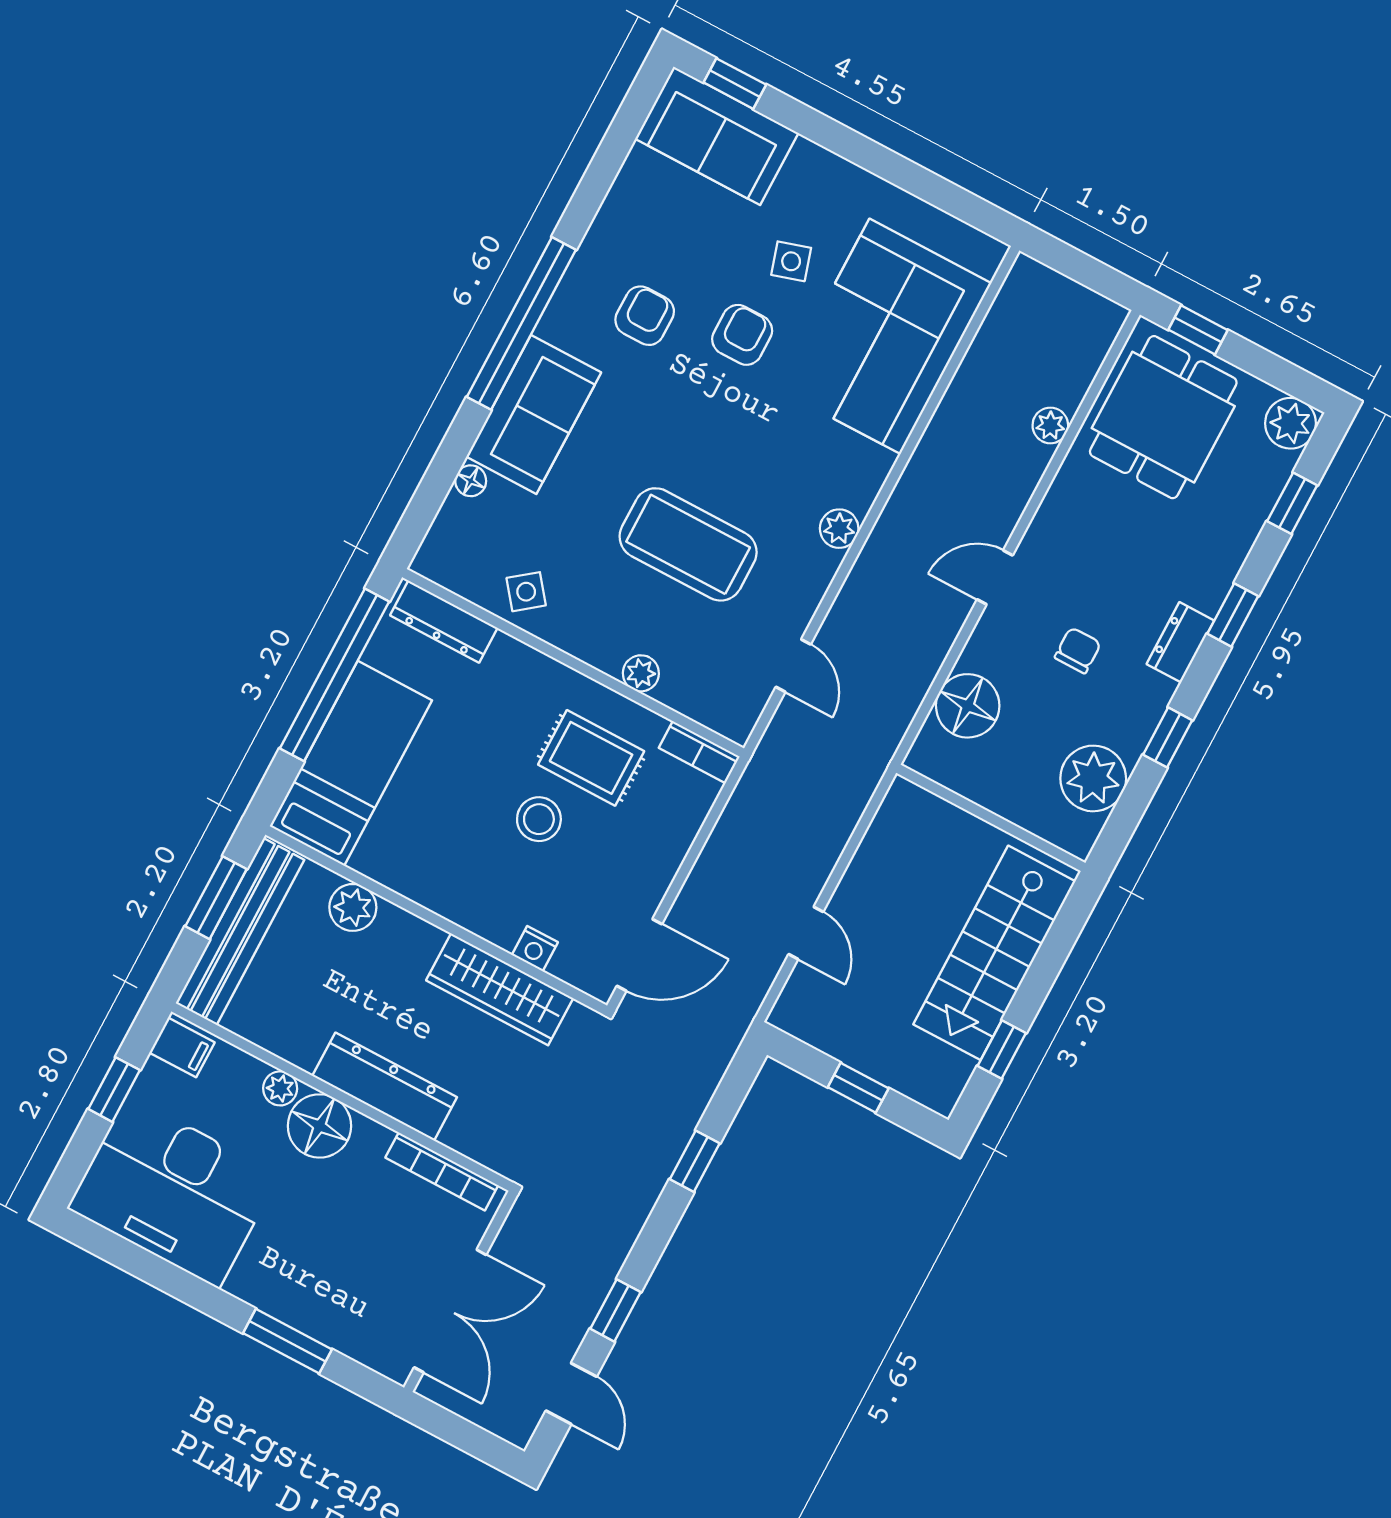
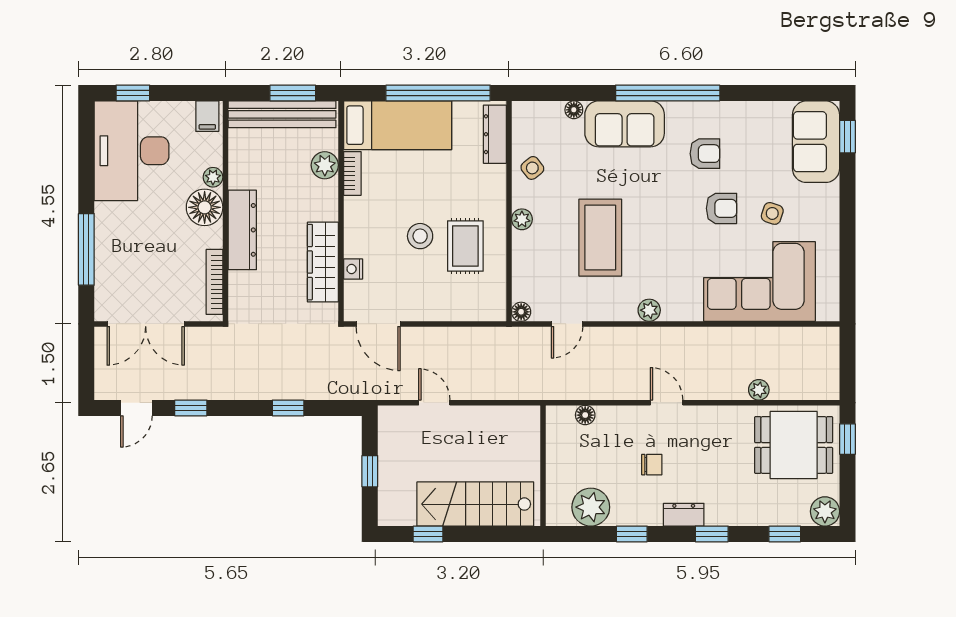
side table: (791, 261) -> (772, 213), turned 35
plant: (641, 673) -> (522, 219), moved
floor lamp: (968, 706) -> (585, 415), width x0.53, depth x0.53
floor lamp: (737, 726) -> (521, 312), added
bookcase: (699, 752) -> (352, 173), moved, turned 180
door: (806, 933) -> (434, 403), swing flipped
window: (114, 1090) -> (133, 93), moved
window: (288, 1341) -> (86, 249), width x1.44

